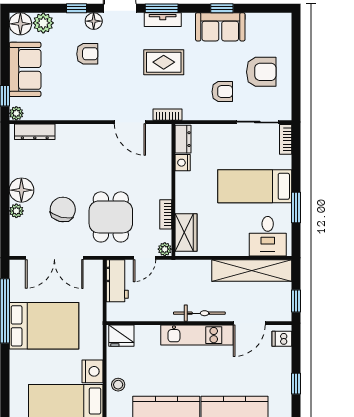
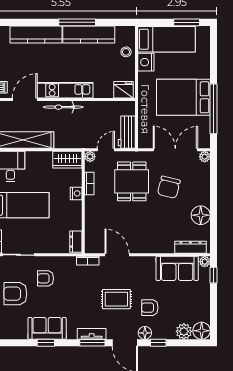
rug: (164, 62) -> (116, 299), moved
sofa: (25, 69) -> (177, 268), moved, turned -90
nightstand: (183, 163) -> (76, 193), moved
floor lamp: (21, 190) -> (201, 215), moved
plant: (16, 211) -> (205, 157), moved
wardrobe: (186, 233) -> (67, 160), moved, turned -90

